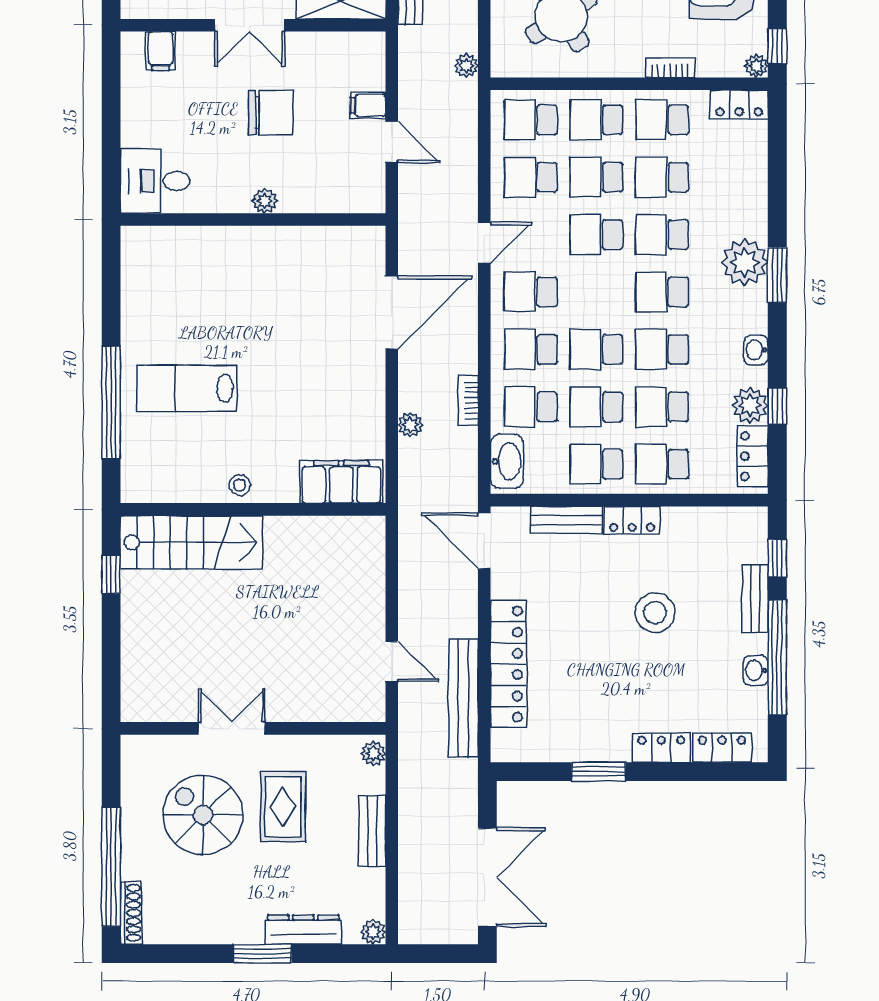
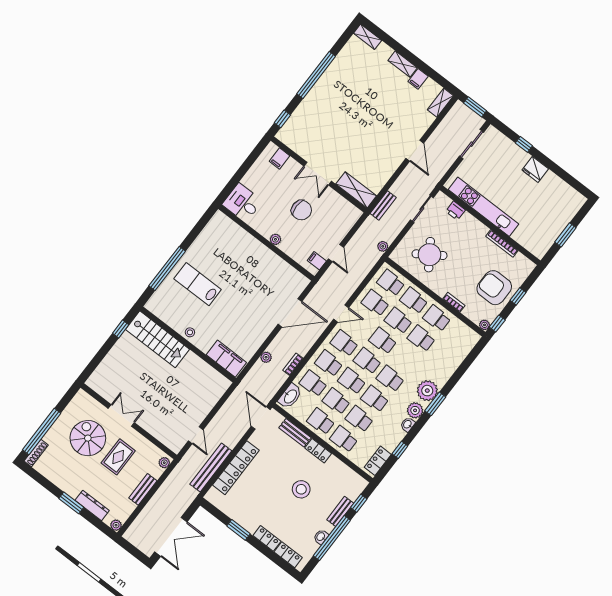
filing cabinet: (368, 105) -> (317, 261), moved
locker: (739, 105) -> (468, 334), removed
school desk: (662, 235) -> (367, 361), moved
plant: (750, 405) -> (415, 410), moved

